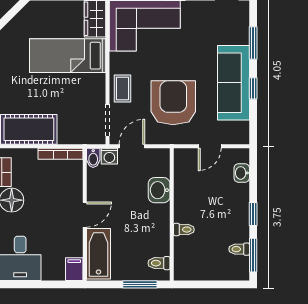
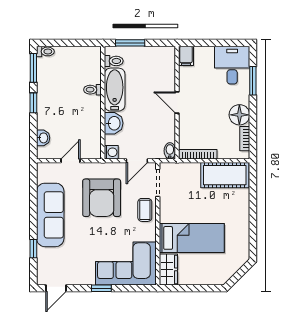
window: (253, 43) -> (33, 249), width x0.67
window: (253, 88) -> (33, 210), removed
washing machine: (109, 156) -> (111, 152), moved, turned 90
door: (85, 215) -> (177, 102), hinge flipped
toilet: (239, 249) -> (45, 51), moved
bathtub: (99, 254) -> (115, 90), moved, turned 180

